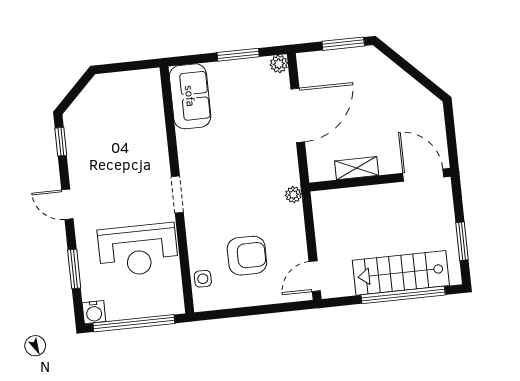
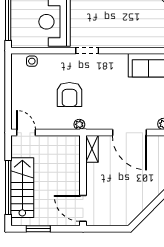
shelving: (357, 168) -> (92, 149), moved
door: (423, 175) -> (83, 208), swing flipped
armchair: (247, 256) -> (69, 95), moved

